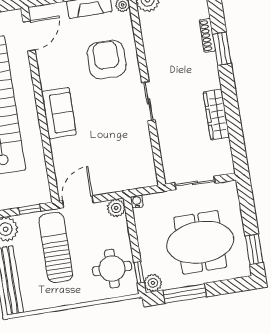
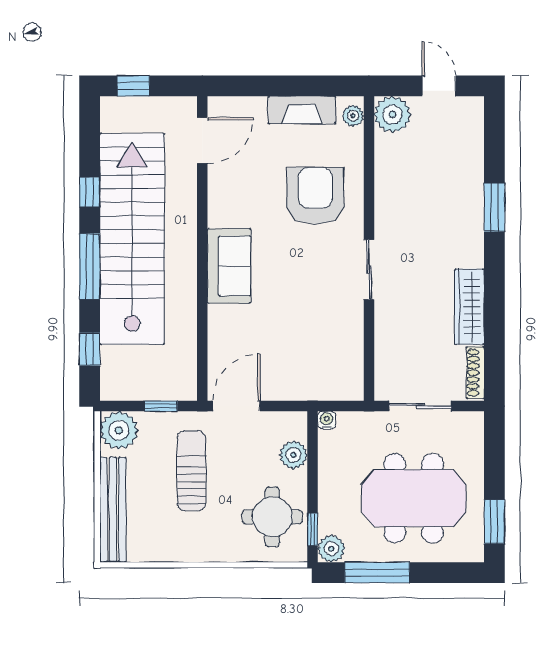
shoe rack: (207, 35) -> (475, 373), moved
plant: (116, 208) -> (293, 455), moved
sun lounger: (56, 248) -> (191, 471), width x0.73, depth x0.75

